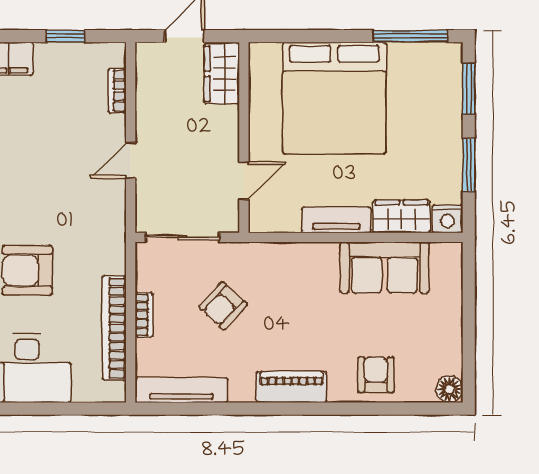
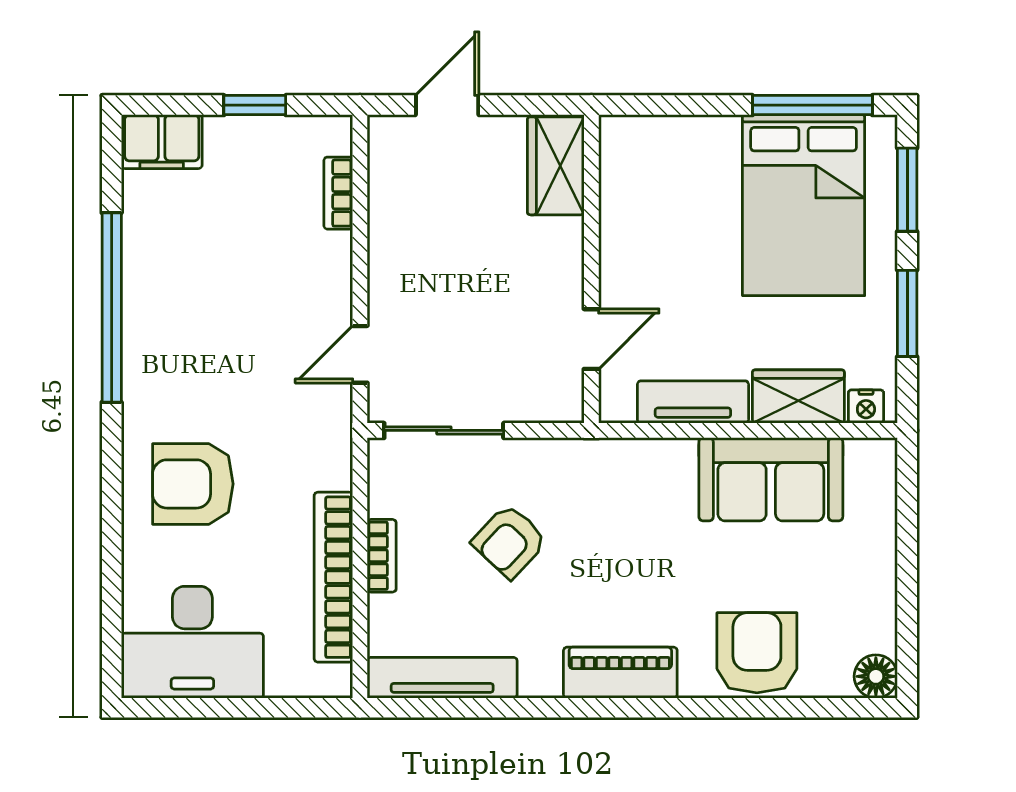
wardrobe: (222, 74) -> (556, 166), moved
bed: (334, 98) -> (804, 205), moved, width x0.73
wall: (244, 137) -> (591, 269), moved
door: (131, 161) -> (360, 354), moved
door: (244, 181) -> (591, 339), moved
nightstand: (448, 219) -> (866, 406), width x0.72, depth x0.74
armchair: (376, 375) -> (757, 653), width x1.38, depth x1.38

